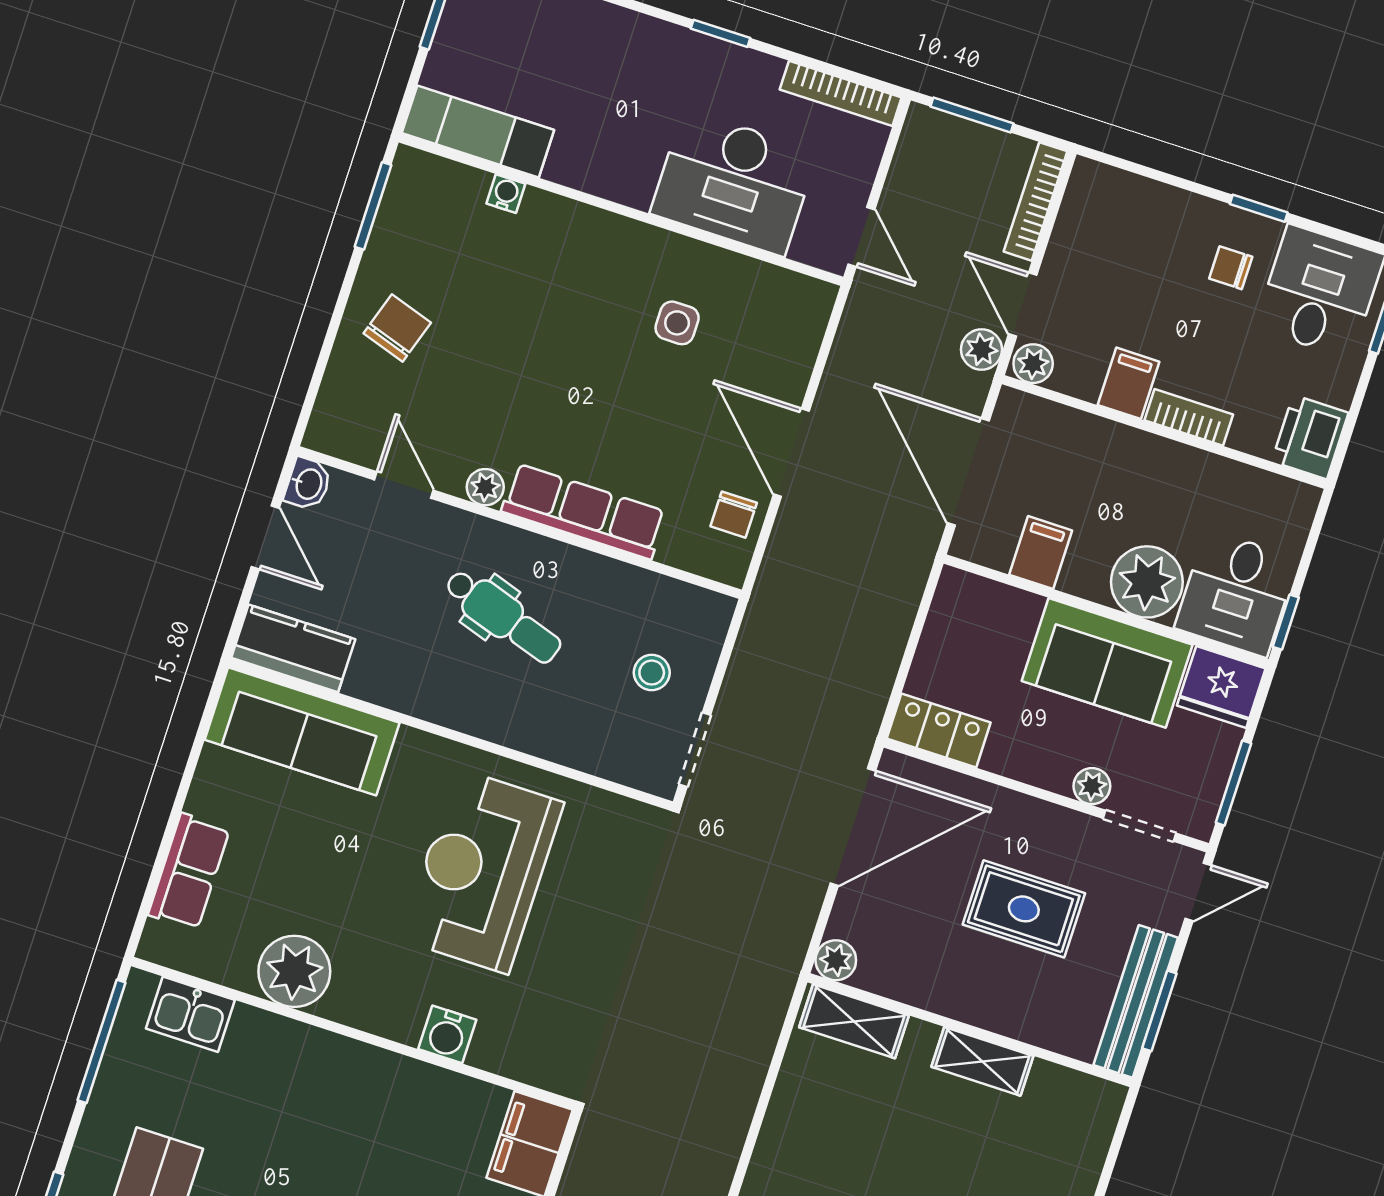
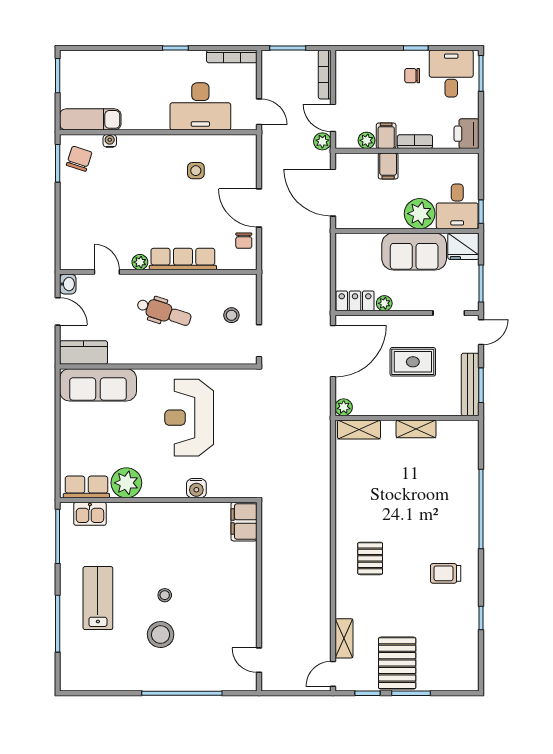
chair: (397, 328) -> (79, 159), moved
plant: (1033, 364) -> (367, 140), moved
filing cabinet: (1041, 553) -> (388, 166), moved, turned 180
plant: (1092, 786) -> (384, 303), moved
row of seats: (189, 872) -> (86, 487), moved, turned -90

